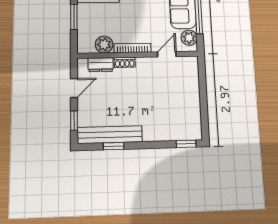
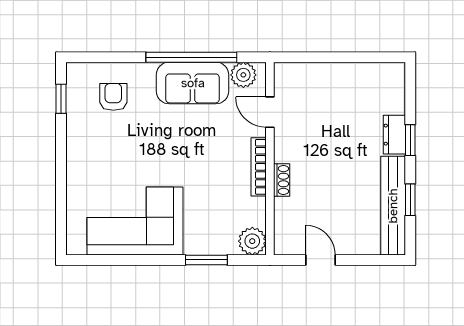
plant: (104, 45) -> (252, 241), moved
dresser: (101, 65) -> (394, 135), moved, turned 180
window: (74, 121) -> (370, 260), removed
window: (186, 144) -> (410, 140), moved

